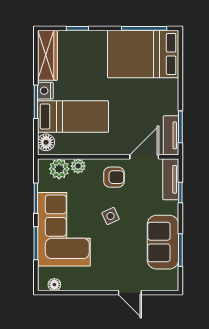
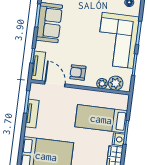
tv unit: (171, 135) -> (32, 114), moved
floor lamp: (46, 142) -> (122, 103), removed
door: (144, 157) -> (55, 84), swing flipped
side table: (111, 216) -> (84, 46), removed

